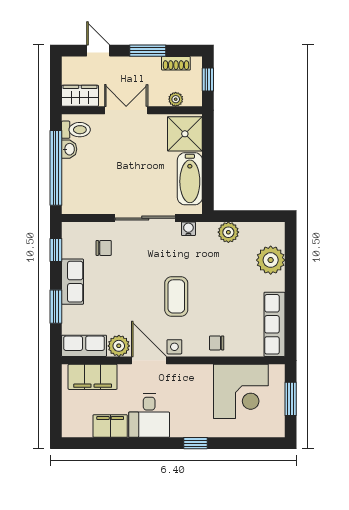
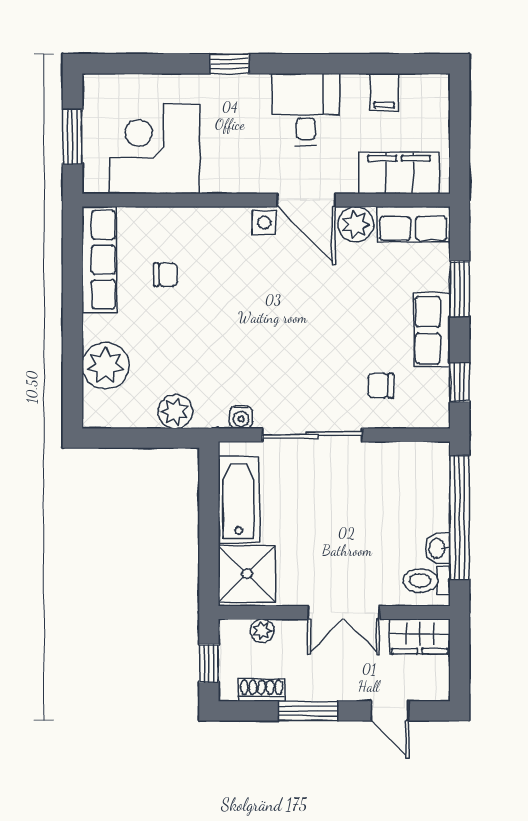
coffee table: (176, 296) -> (261, 306), removed
chair: (217, 343) -> (166, 275), moved
filing cabinet: (110, 426) -> (384, 92), width x0.50

